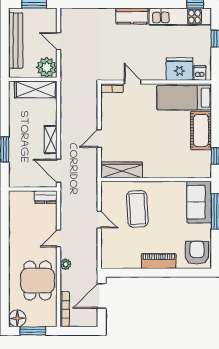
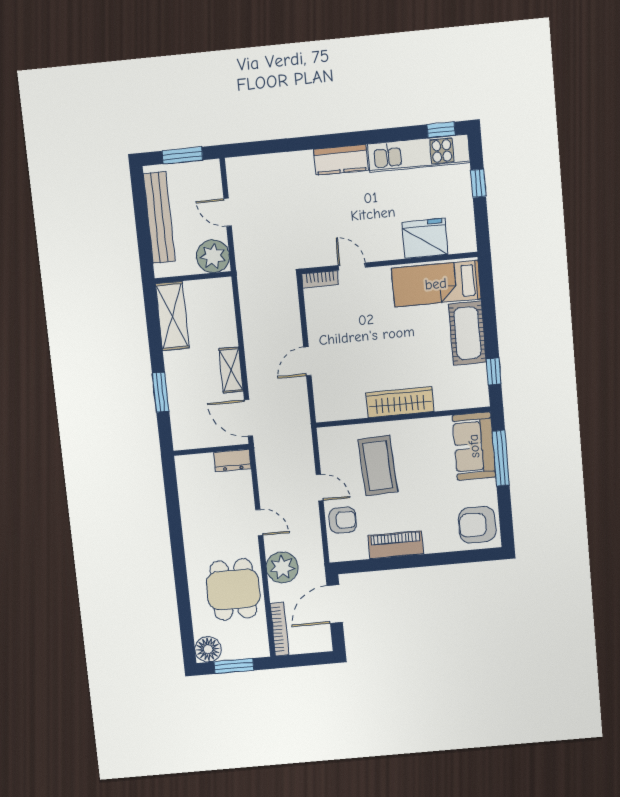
dishwasher: (200, 73) -> (458, 241), removed
shelving: (36, 89) -> (172, 316), moved, turned 90
wardrobe: (122, 170) -> (400, 402), moved
door: (59, 239) -> (259, 523), swing flipped
armchair: (112, 242) -> (343, 520), added
armchair: (197, 253) -> (477, 525), turned -90
piano: (159, 261) -> (396, 545), moved
plant: (66, 264) -> (282, 567), width x1.87, depth x1.87

